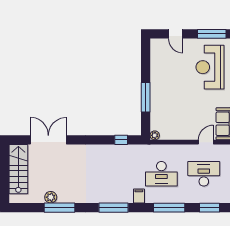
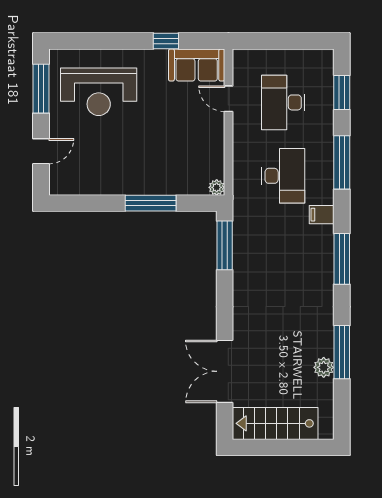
window: (121, 140) -> (225, 245), width x2.17

